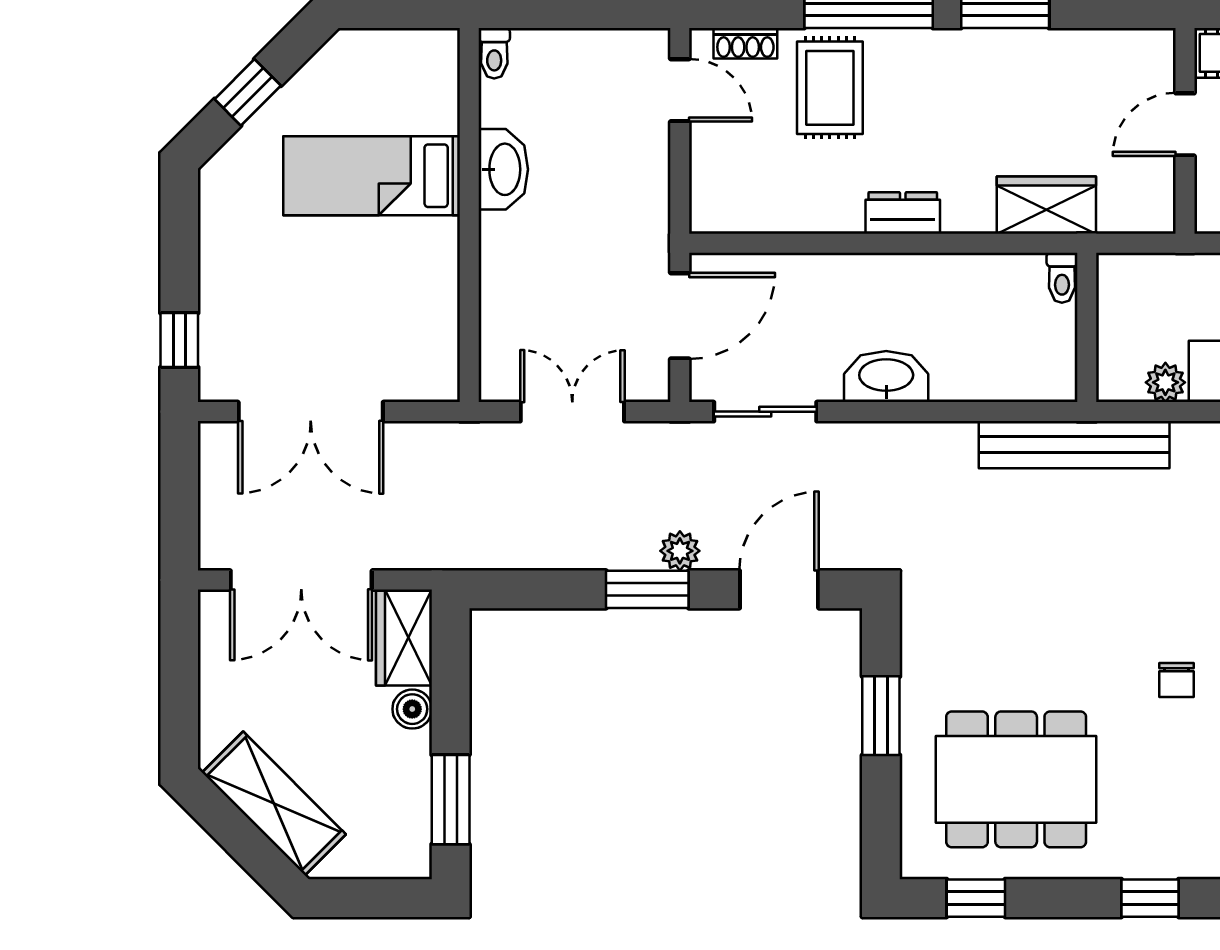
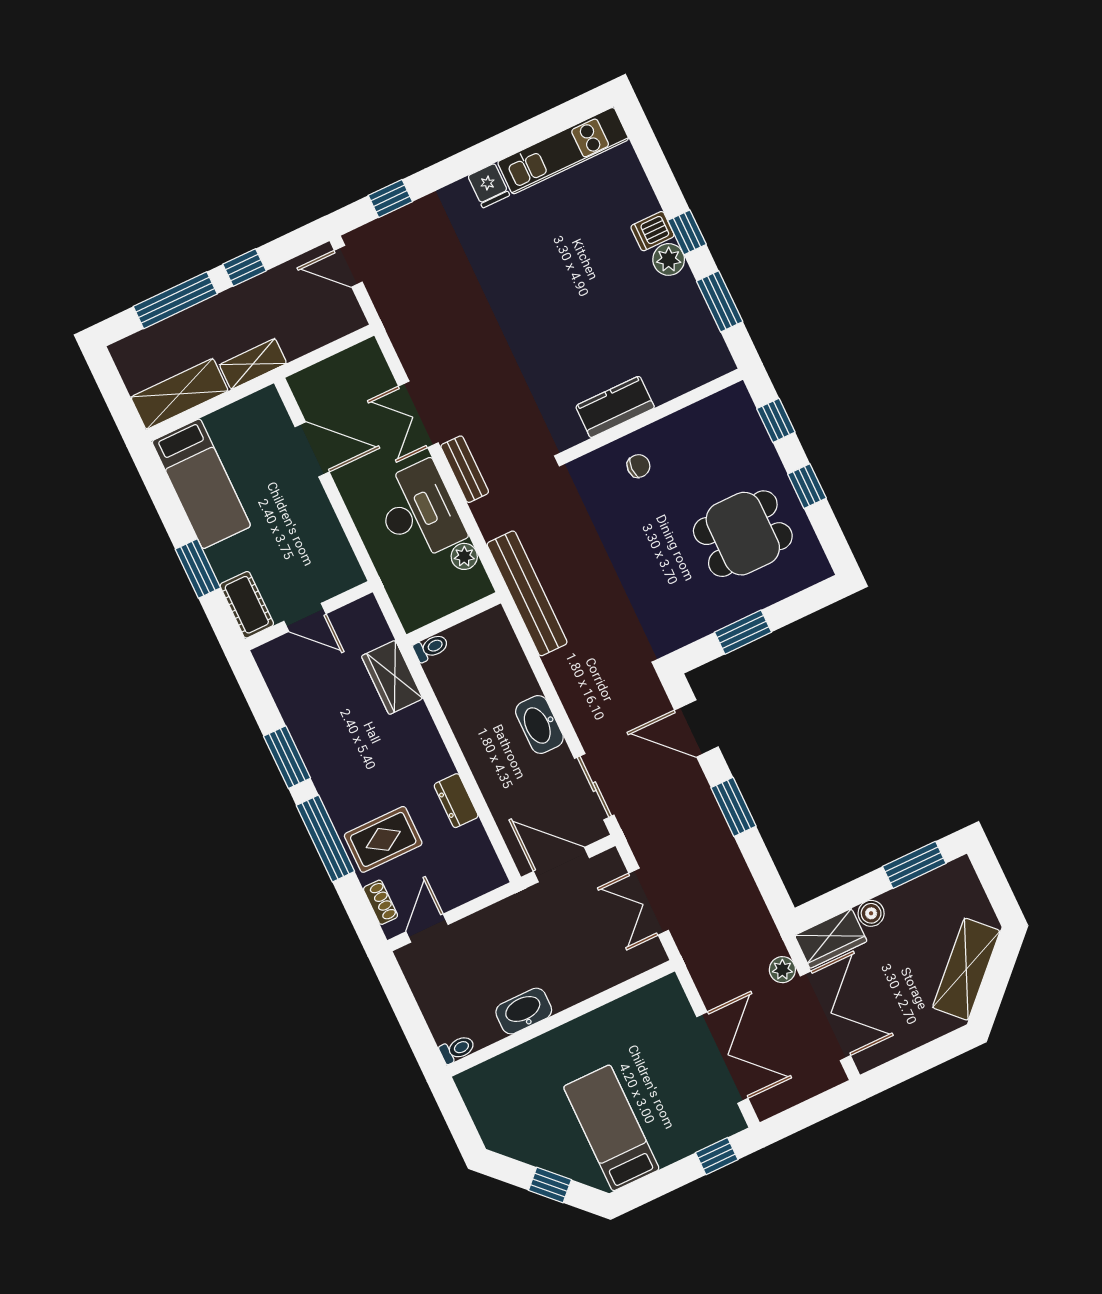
bed: (372, 176) -> (611, 1128), moved, turned 180
dresser: (903, 213) -> (456, 801), moved
plant: (680, 551) -> (782, 970), moved
dining table: (1016, 779) -> (743, 534), width x0.73
window: (976, 898) -> (807, 486), moved

